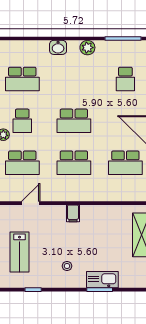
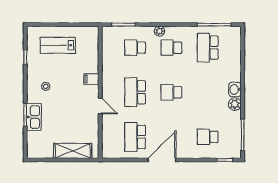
washbasin: (58, 47) -> (235, 89), moved
school desk: (74, 121) -> (171, 92), width x0.54
school desk: (22, 163) -> (135, 48), width x0.54
door: (31, 203) -> (100, 106), moved
filing cabinet: (73, 213) -> (91, 79), moved

